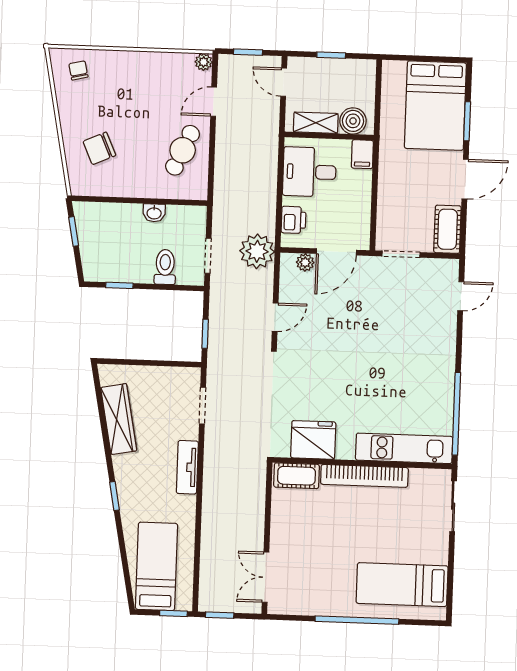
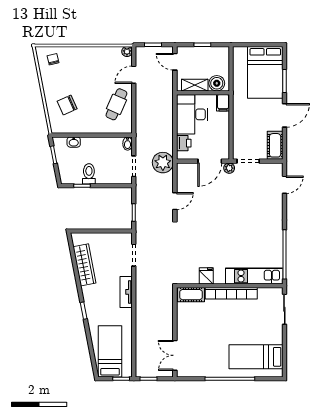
desk: (309, 172) -> (192, 114), width x1.37
washbasin: (154, 213) -> (74, 142), moved
bidet: (199, 217) -> (128, 144), added
plant: (305, 262) -> (229, 168), moved
toilet: (165, 267) -> (89, 174), moved
fridge: (313, 440) -> (206, 276), width x0.53, depth x0.75

